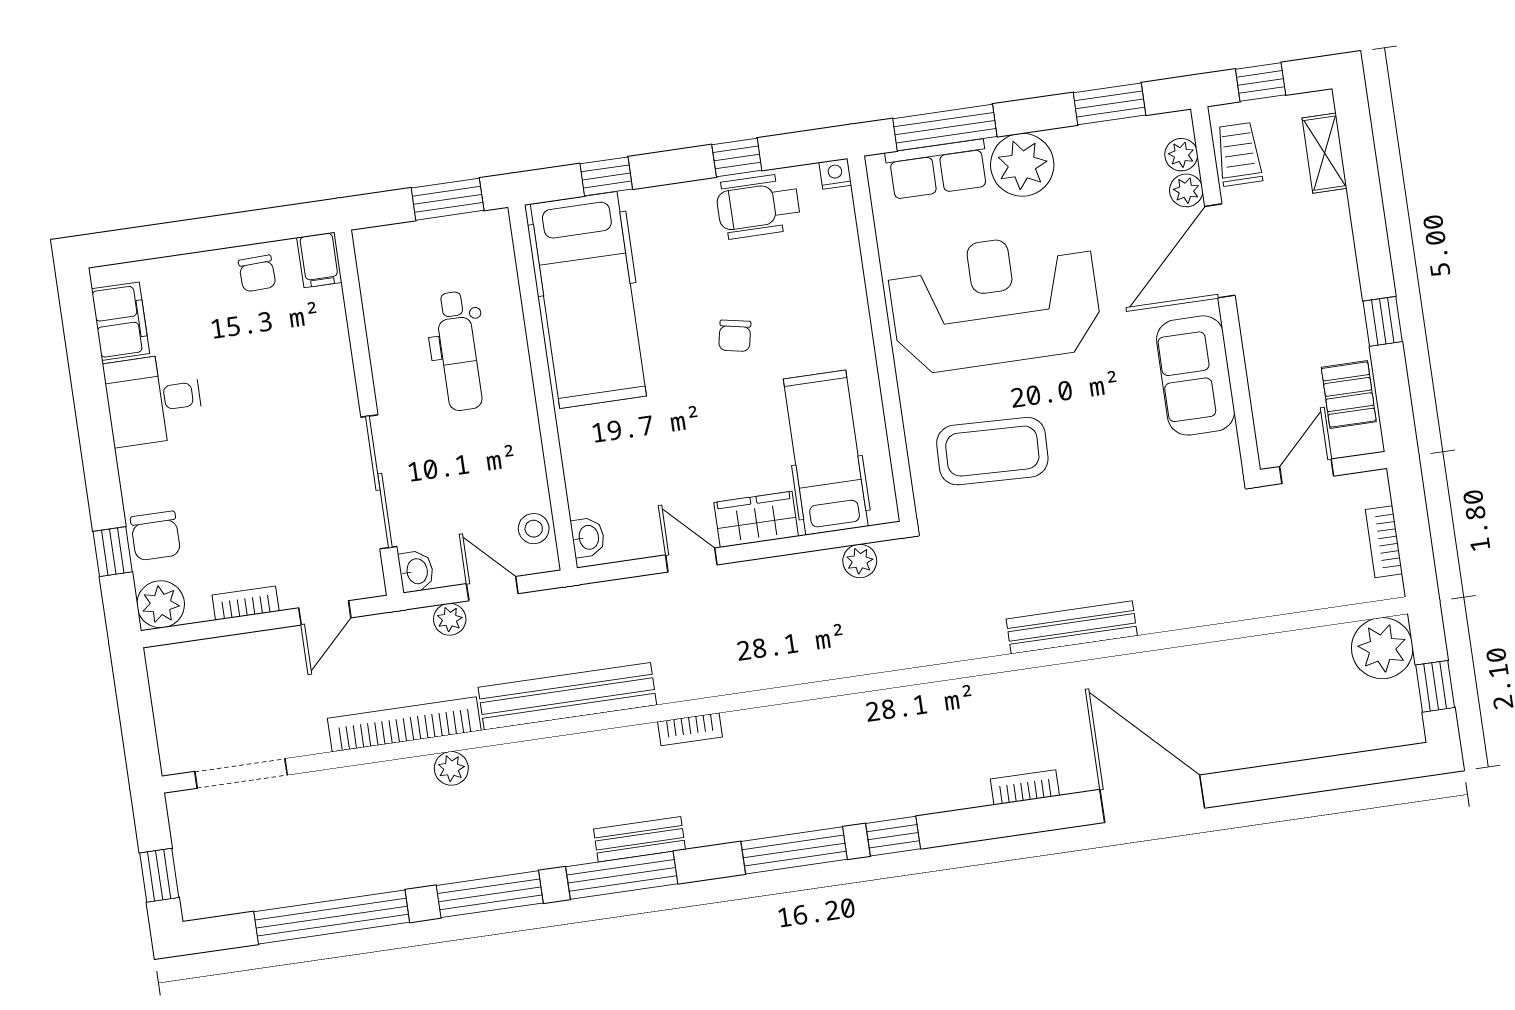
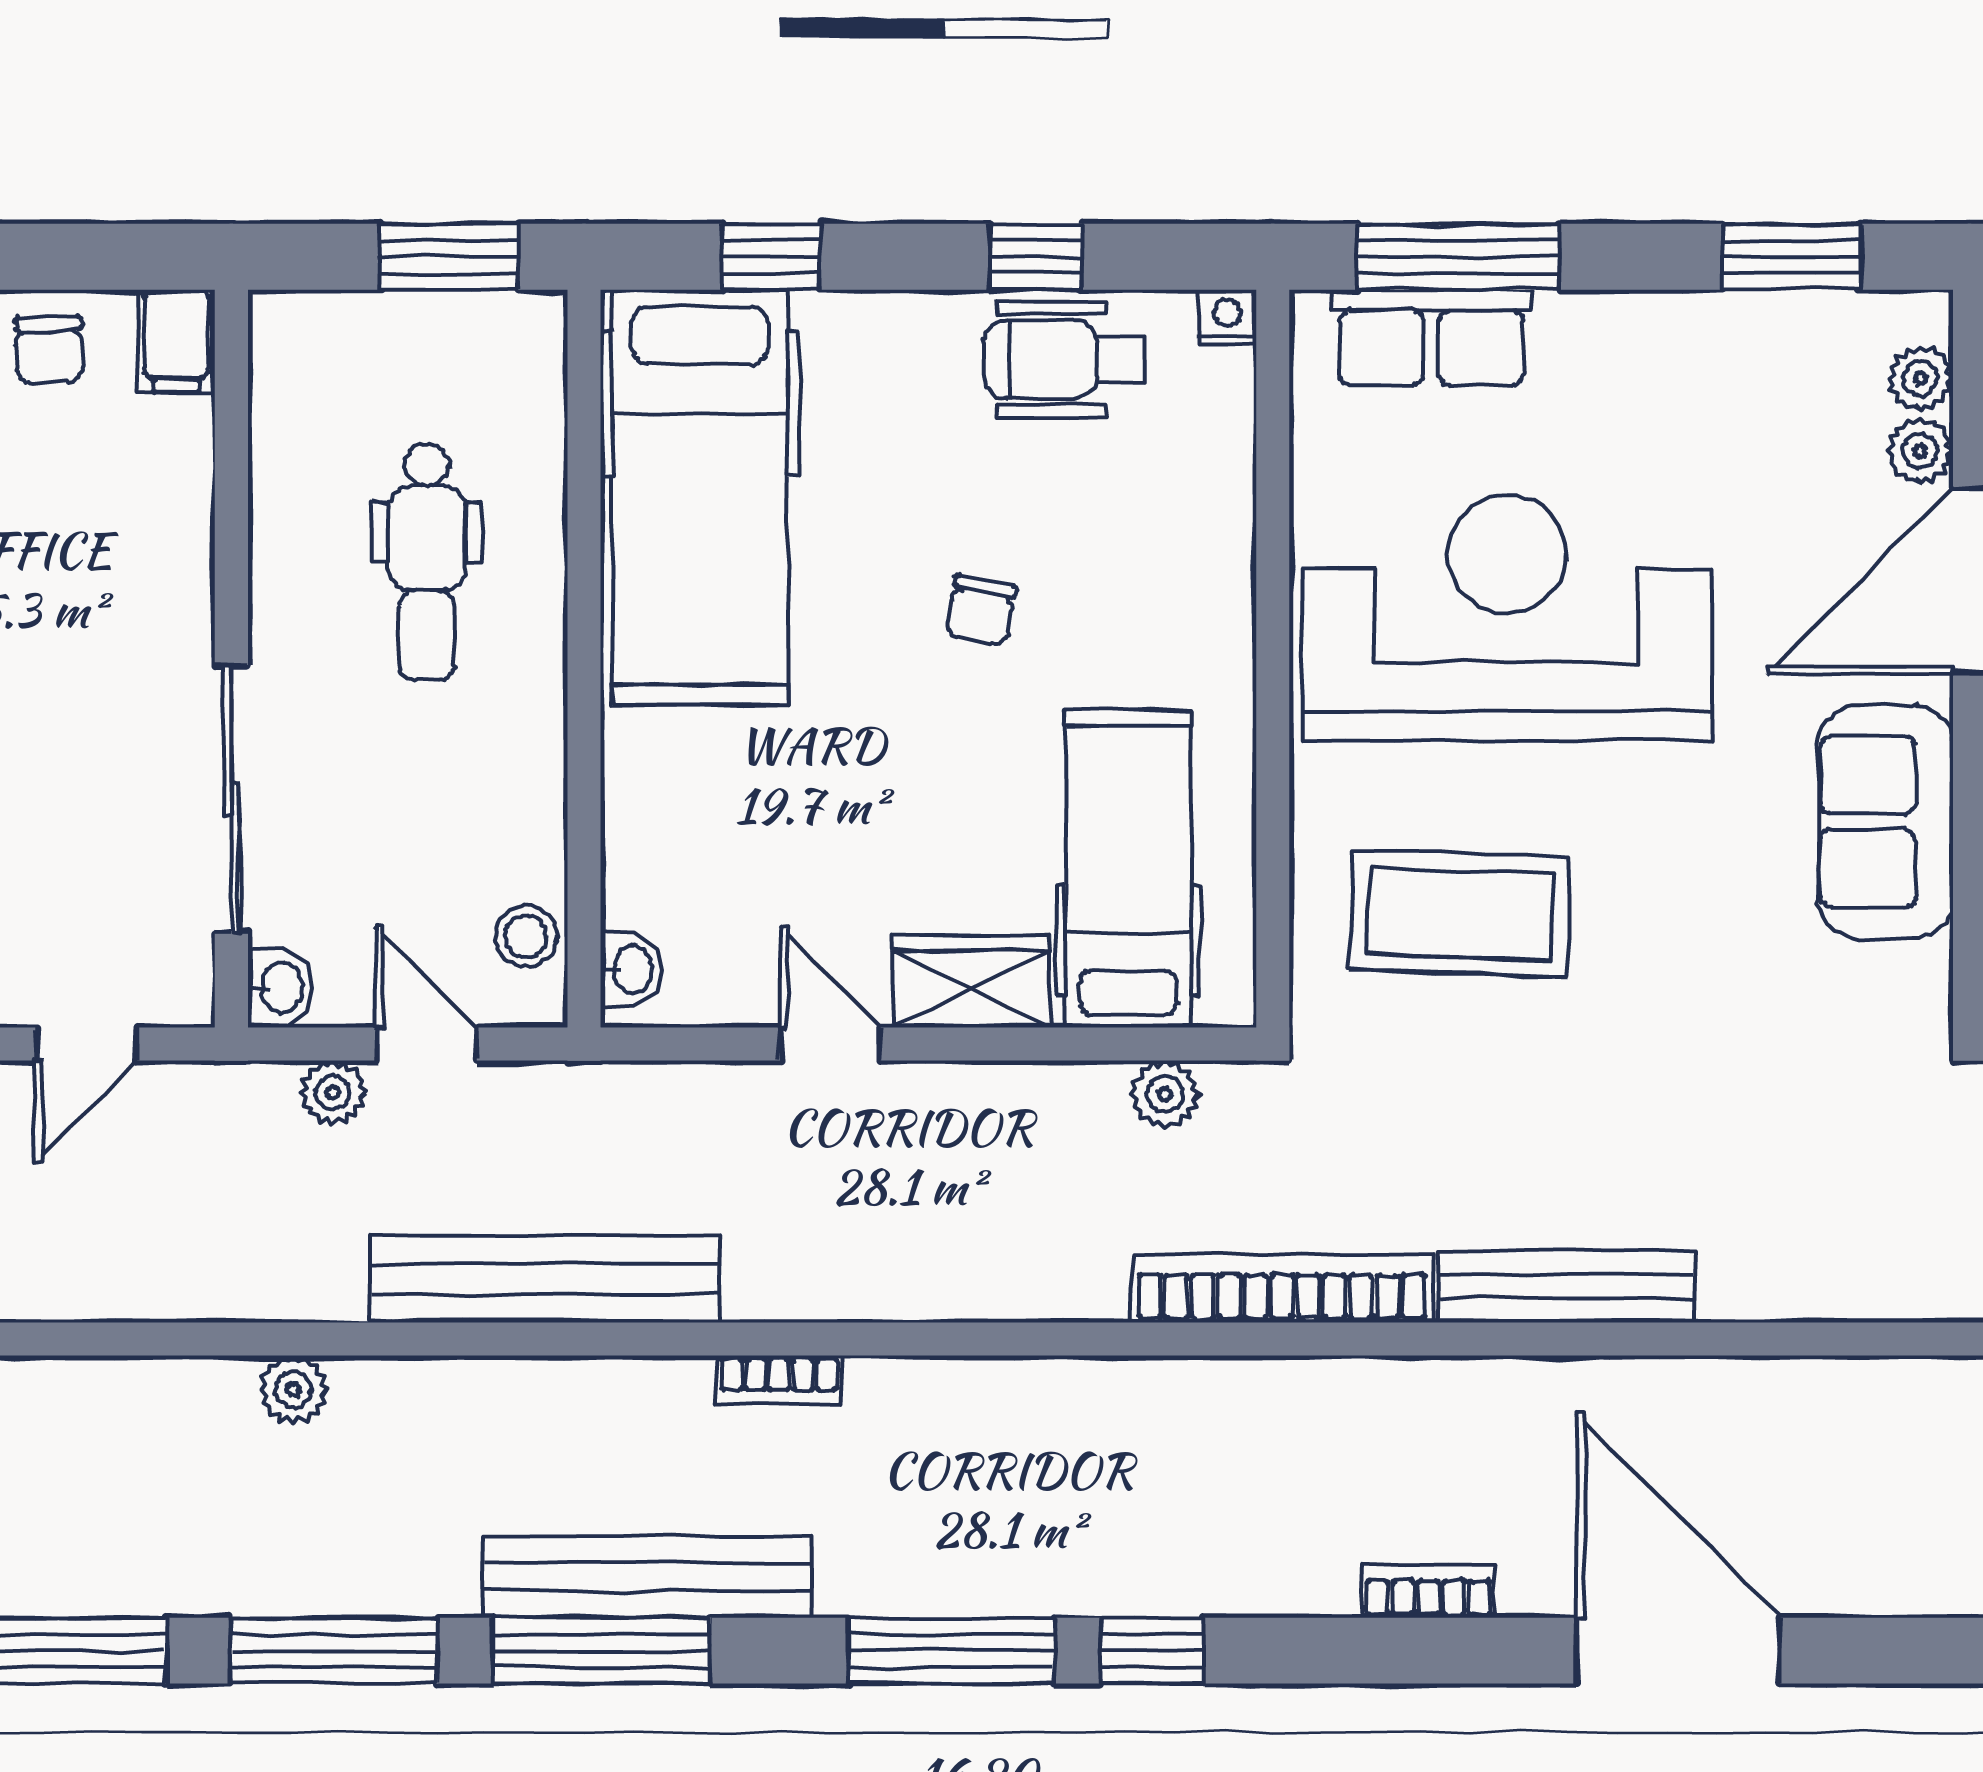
plant: (1022, 165) -> (1601, 353), removed
bookcase: (404, 724) -> (1282, 1288), moved
bench: (639, 839) -> (647, 1577), width x1.86, depth x1.21

